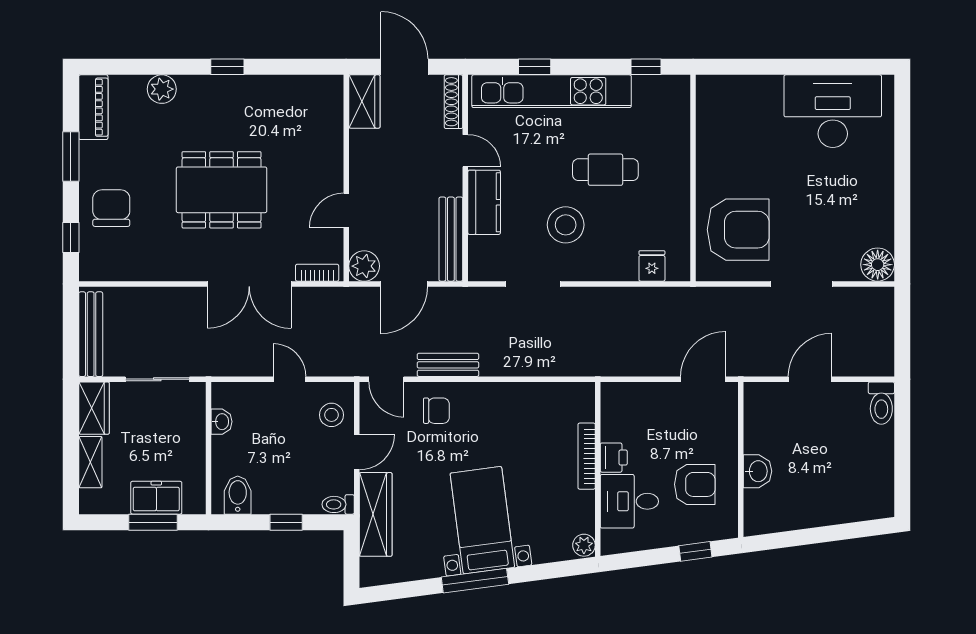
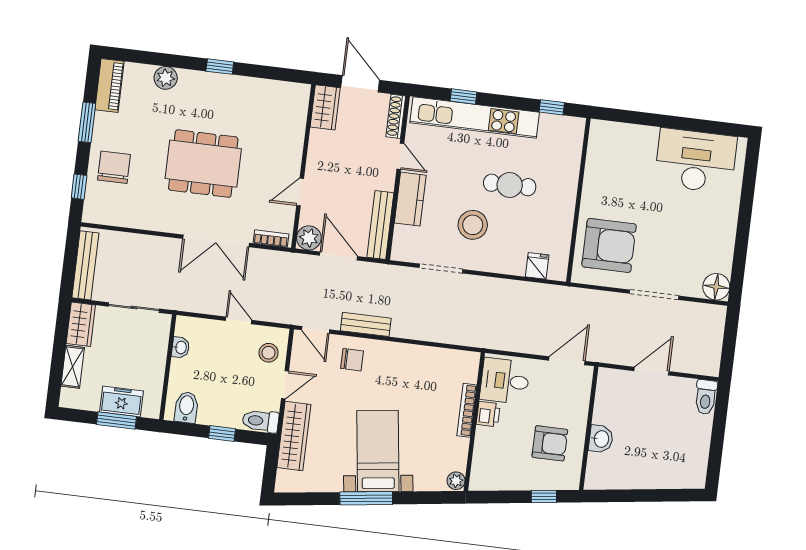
door: (404, 284) -> (339, 256), swing flipped
desk: (629, 501) -> (505, 381), moved
toilet: (338, 504) -> (261, 421), width x1.37, depth x1.39

